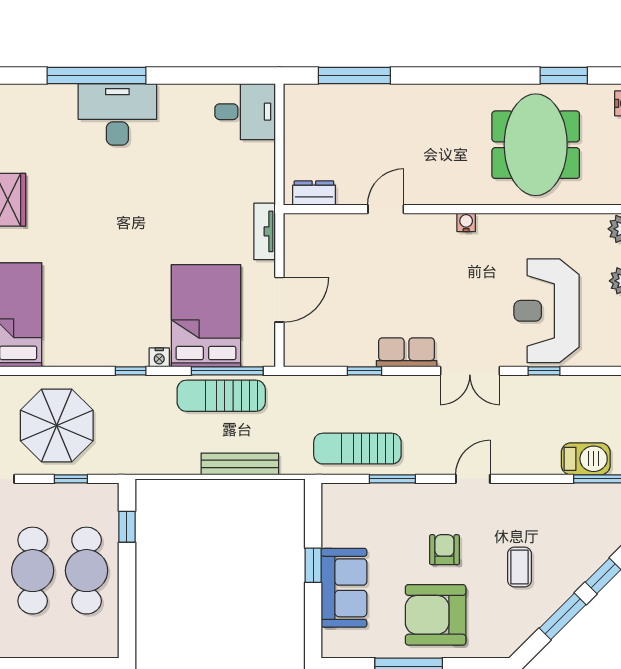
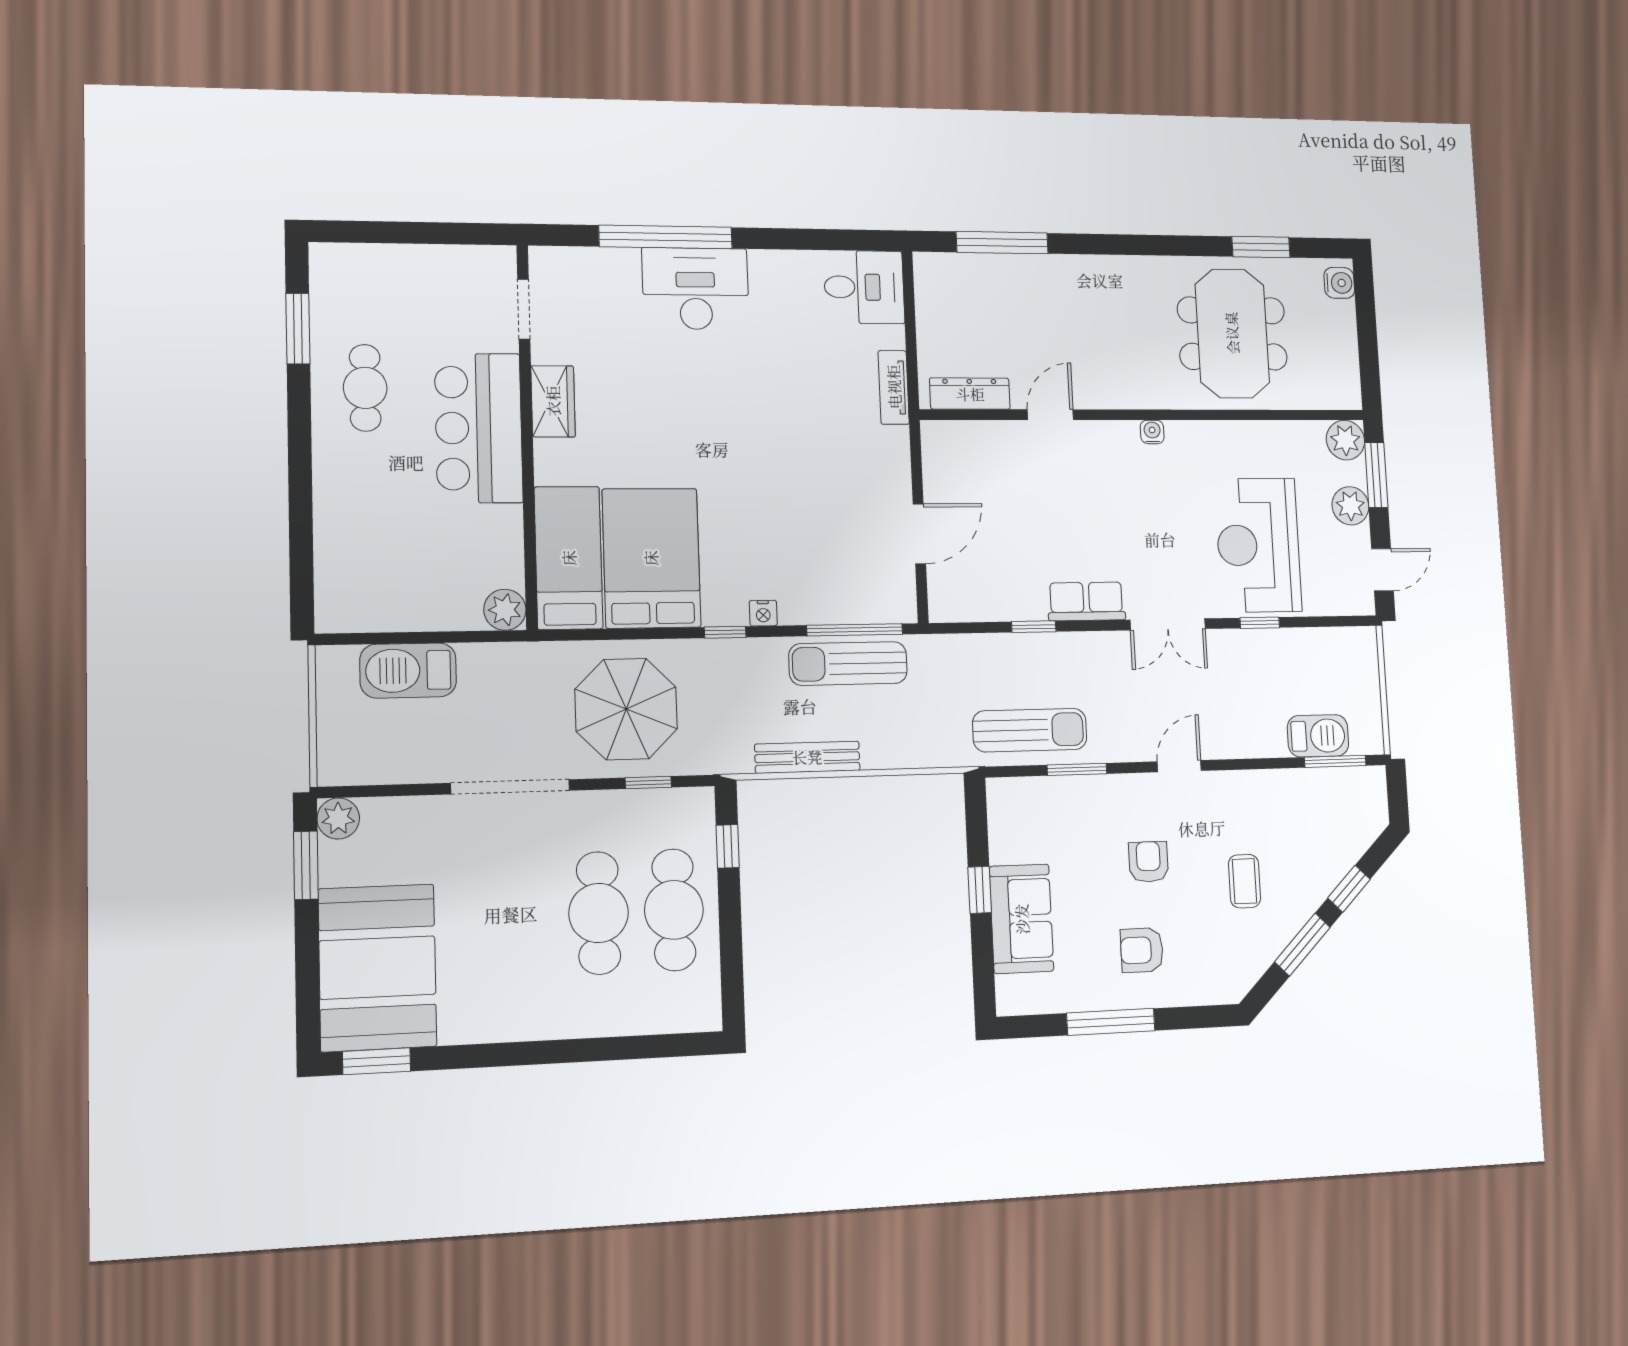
dresser: (314, 193) -> (970, 394), width x1.44
tv unit: (265, 231) -> (894, 387), moved
bed: (206, 316) -> (651, 558), moved
sun lounger: (357, 449) -> (1030, 730), turned 180
bench: (240, 464) -> (807, 757), moved
armchair: (436, 615) -> (1142, 950), width x0.53, depth x0.53

